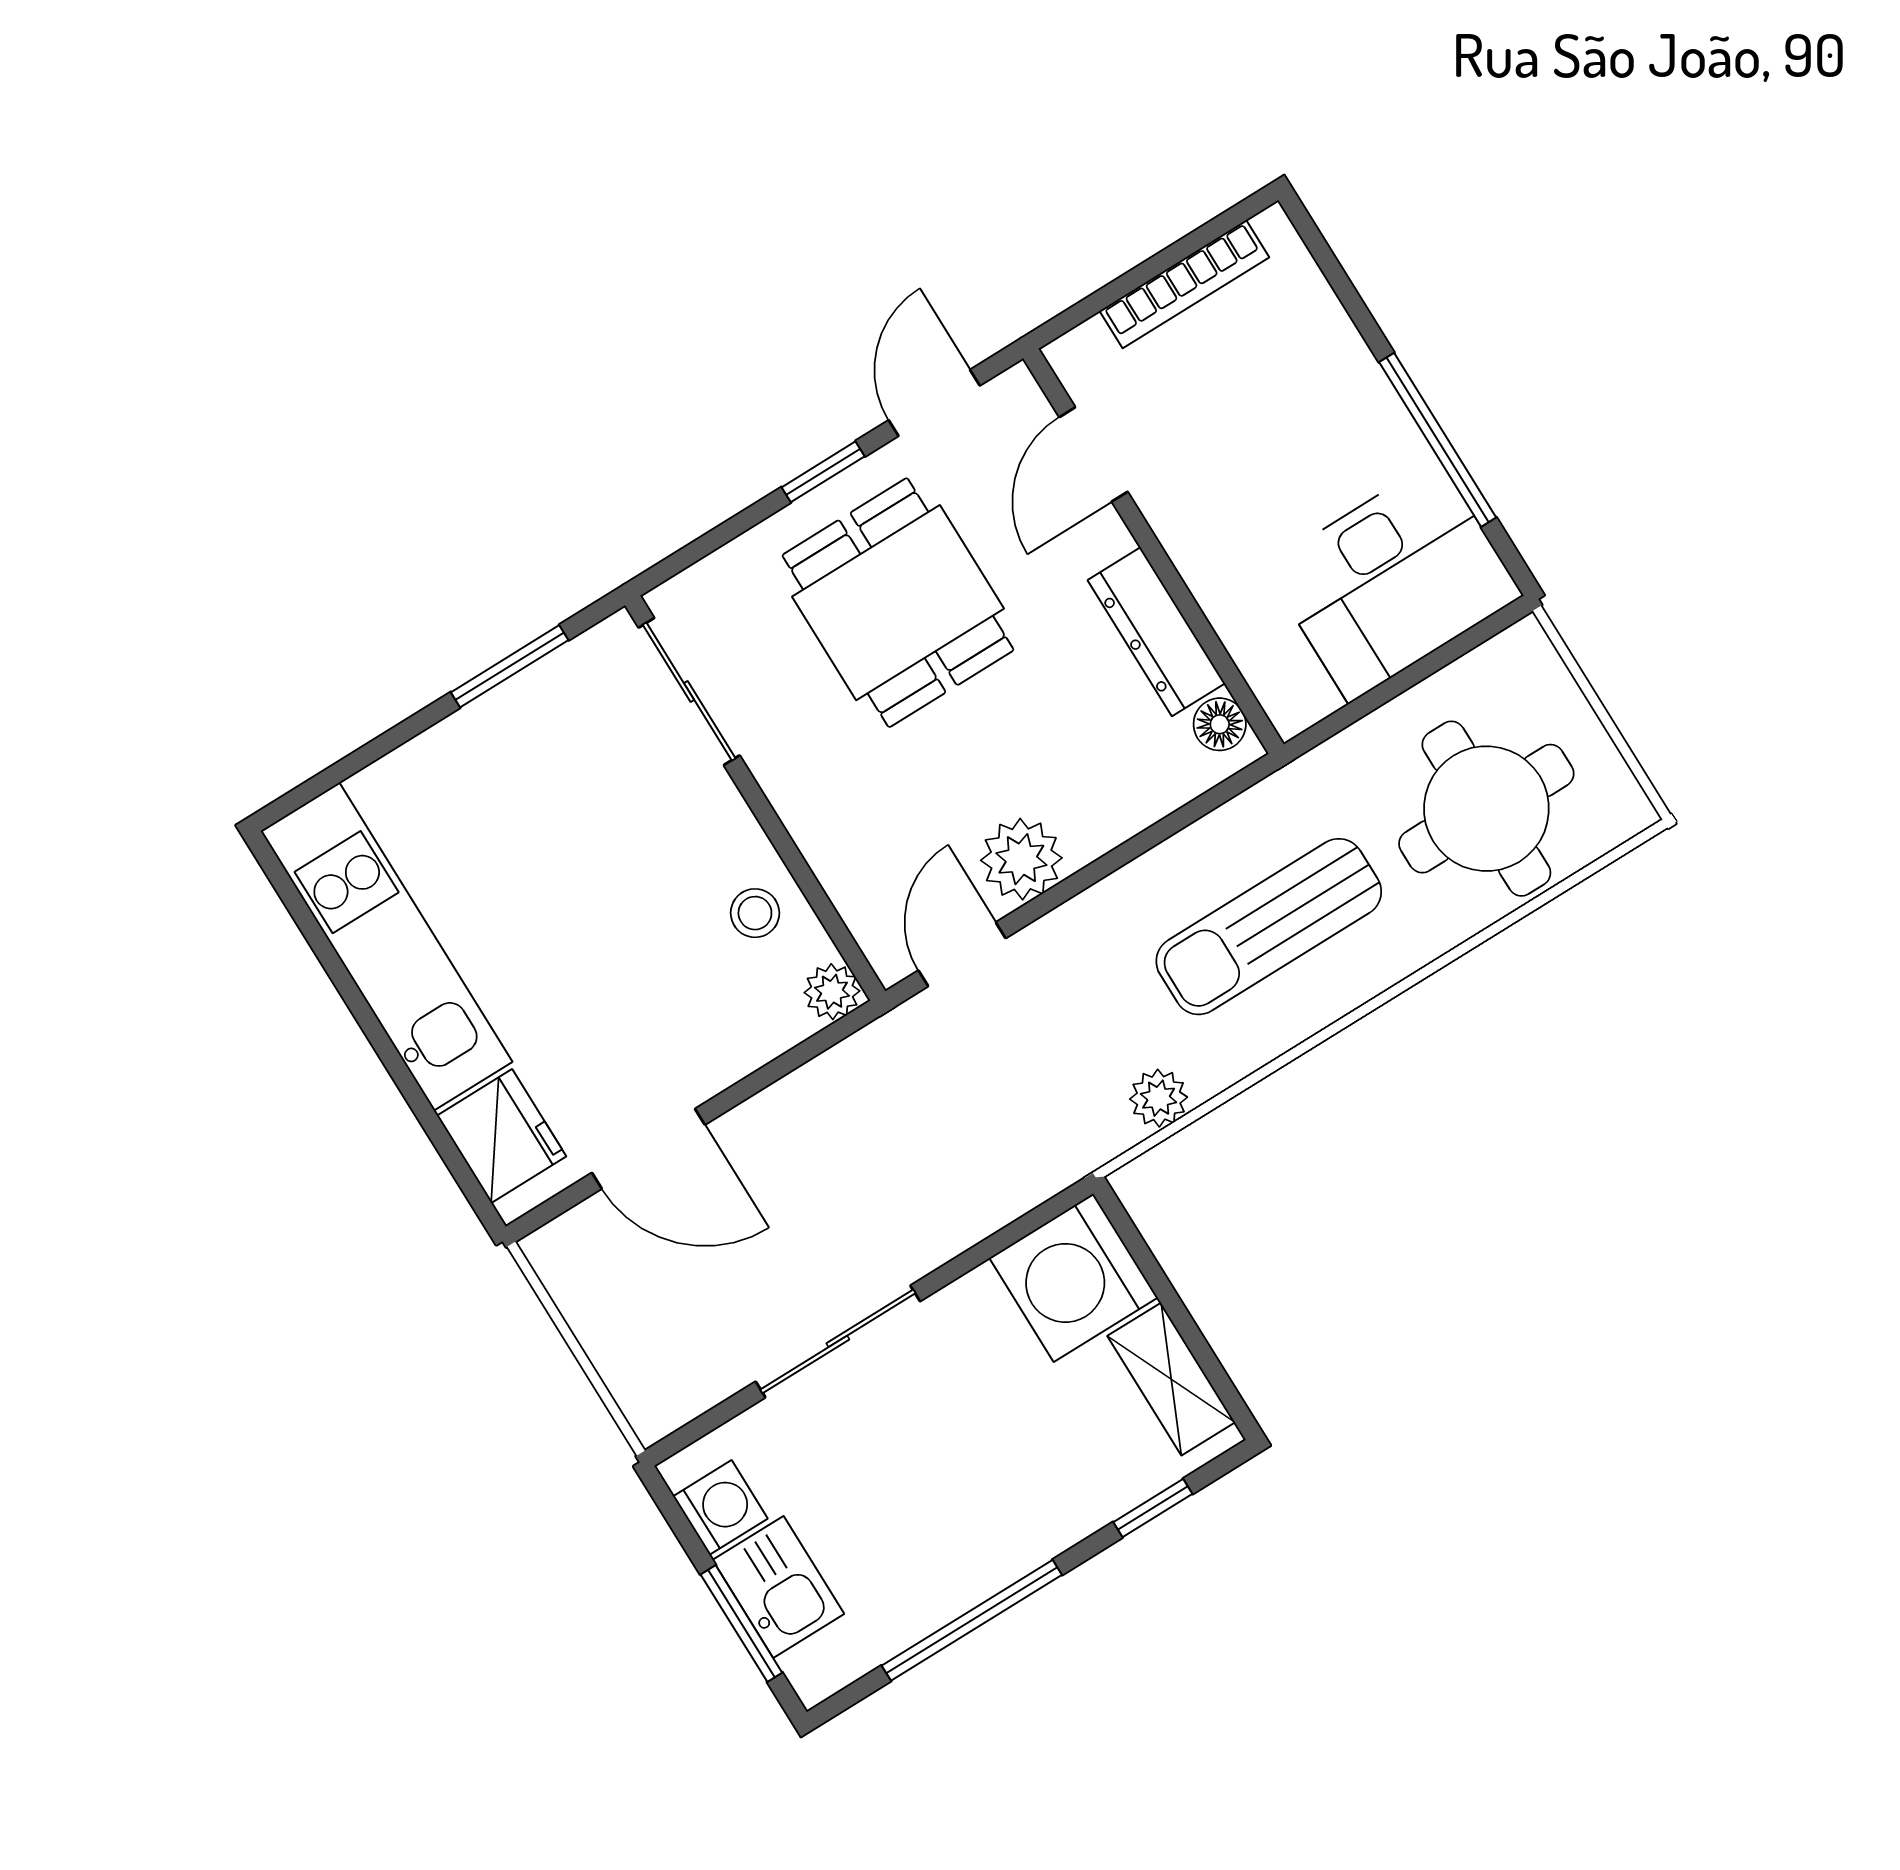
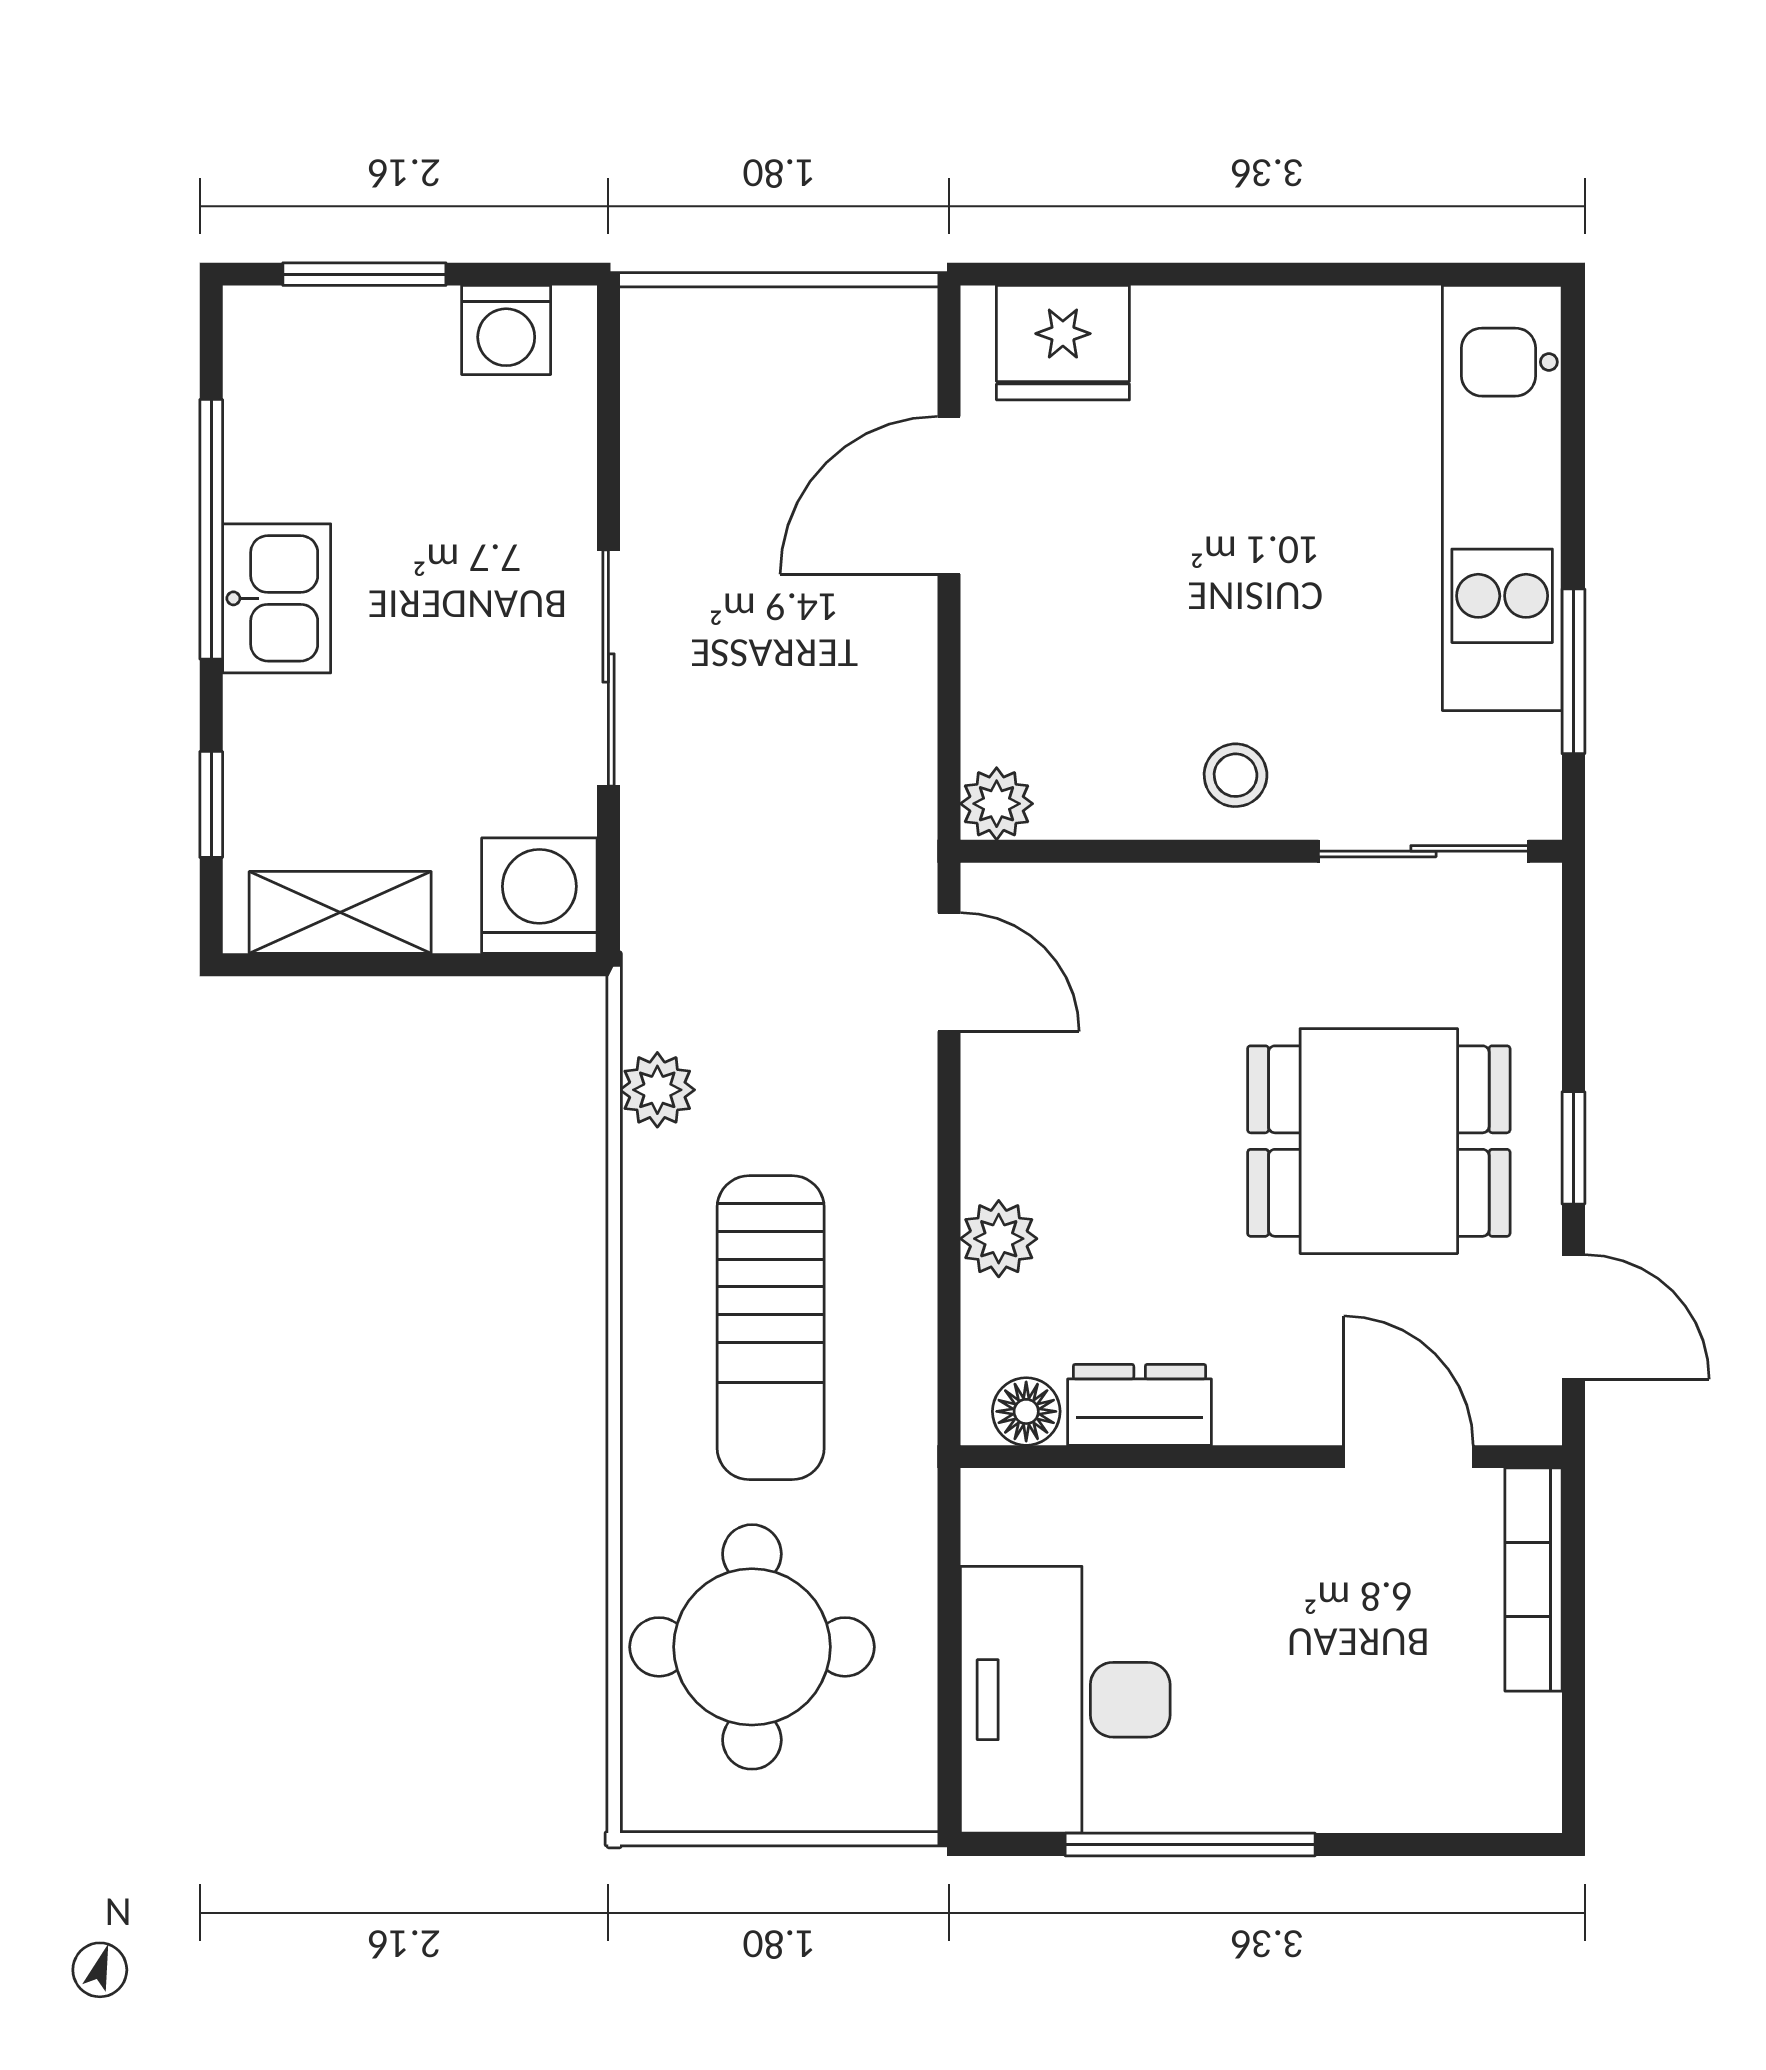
bookcase: (1184, 284) -> (1533, 1580), moved
dresser: (1156, 632) -> (1140, 1405), width x0.70
plant: (1021, 859) -> (999, 1239), moved, width x0.73, depth x0.73
stool: (755, 913) -> (1236, 775), moved
sun lounger: (1269, 927) -> (771, 1328), turned 180
kitchen unit: (387, 946) -> (1502, 498), moved, turned 90
washing machine: (1074, 1278) -> (539, 896), width x0.73, depth x0.73
sliding door: (838, 1341) -> (608, 668), moved
kitchen sink: (778, 1587) -> (277, 598), moved, turned -90

